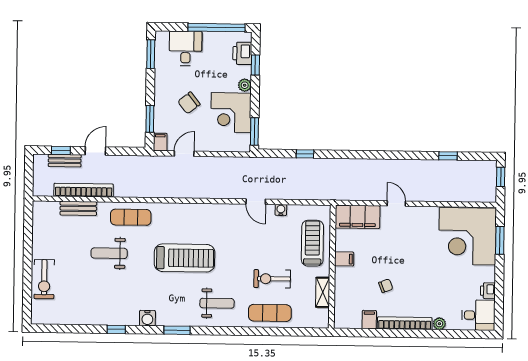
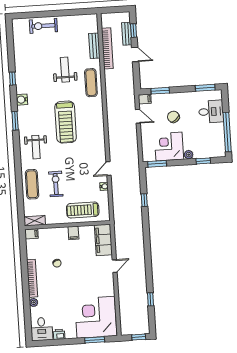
printer: (242, 53) -> (211, 151), removed
treadmill: (312, 243) -> (83, 210), turned 180
shelving: (323, 292) -> (35, 221), moved
filing cabinet: (369, 320) -> (31, 234), moved

